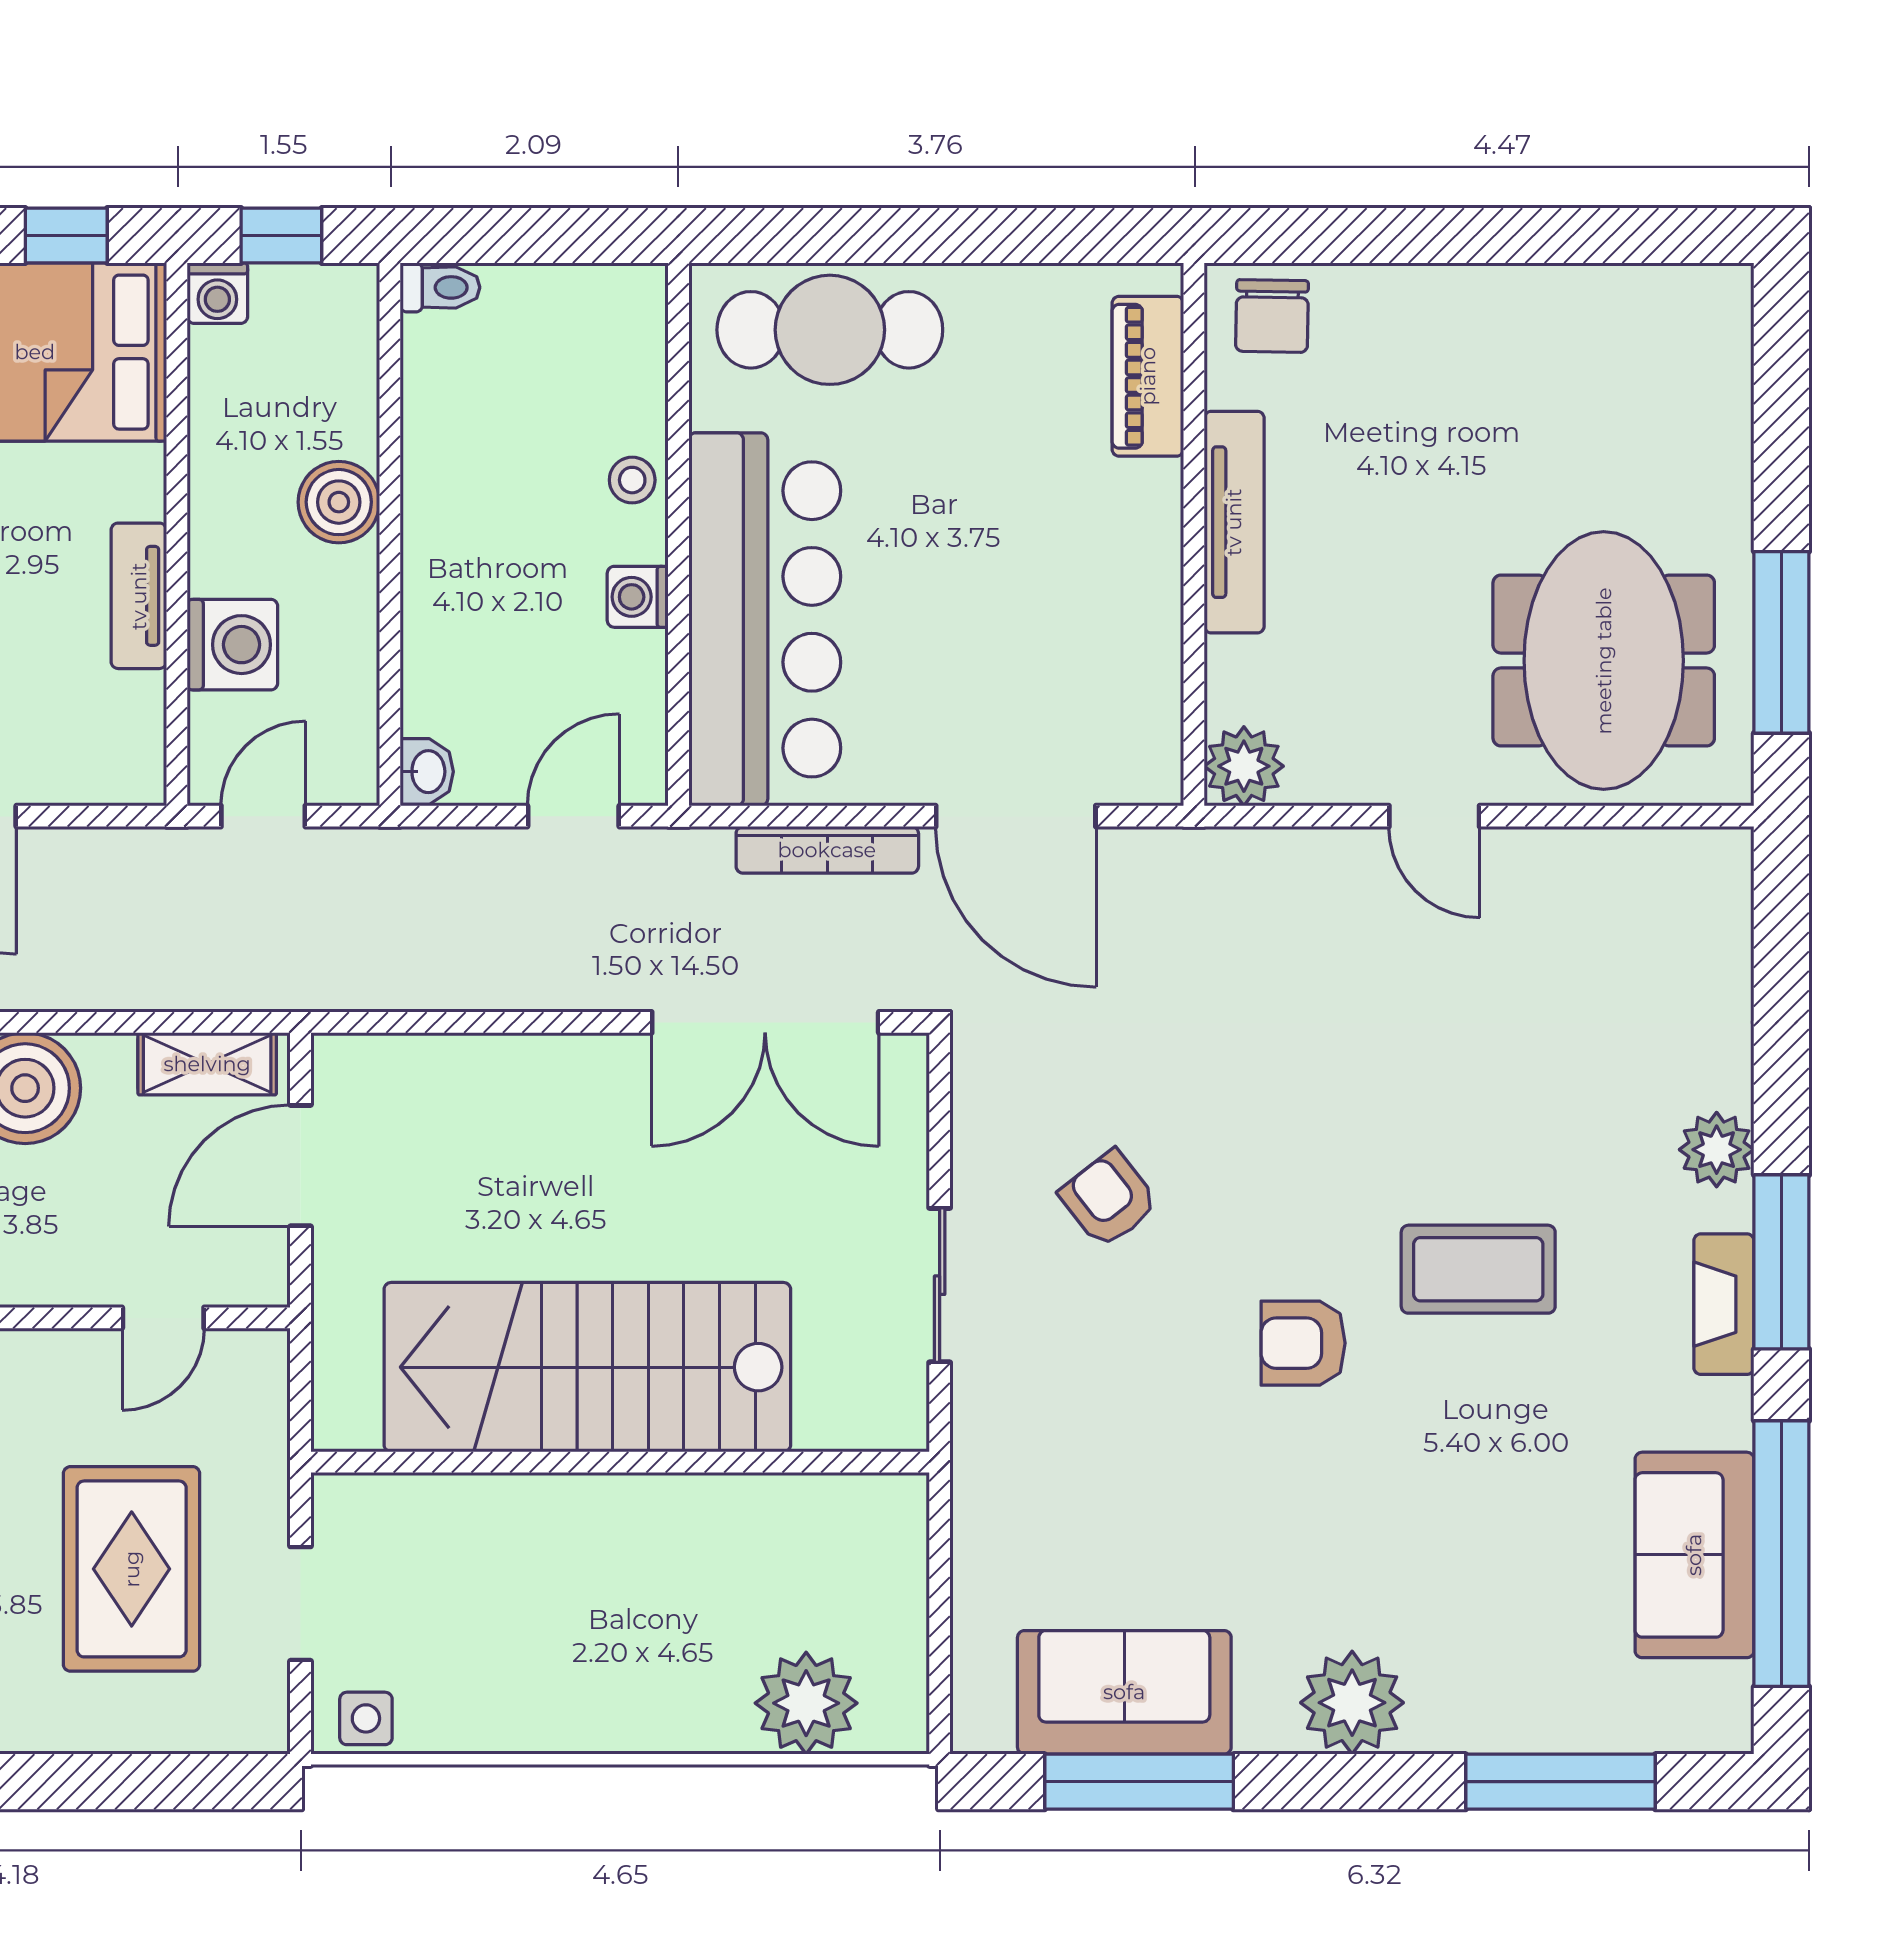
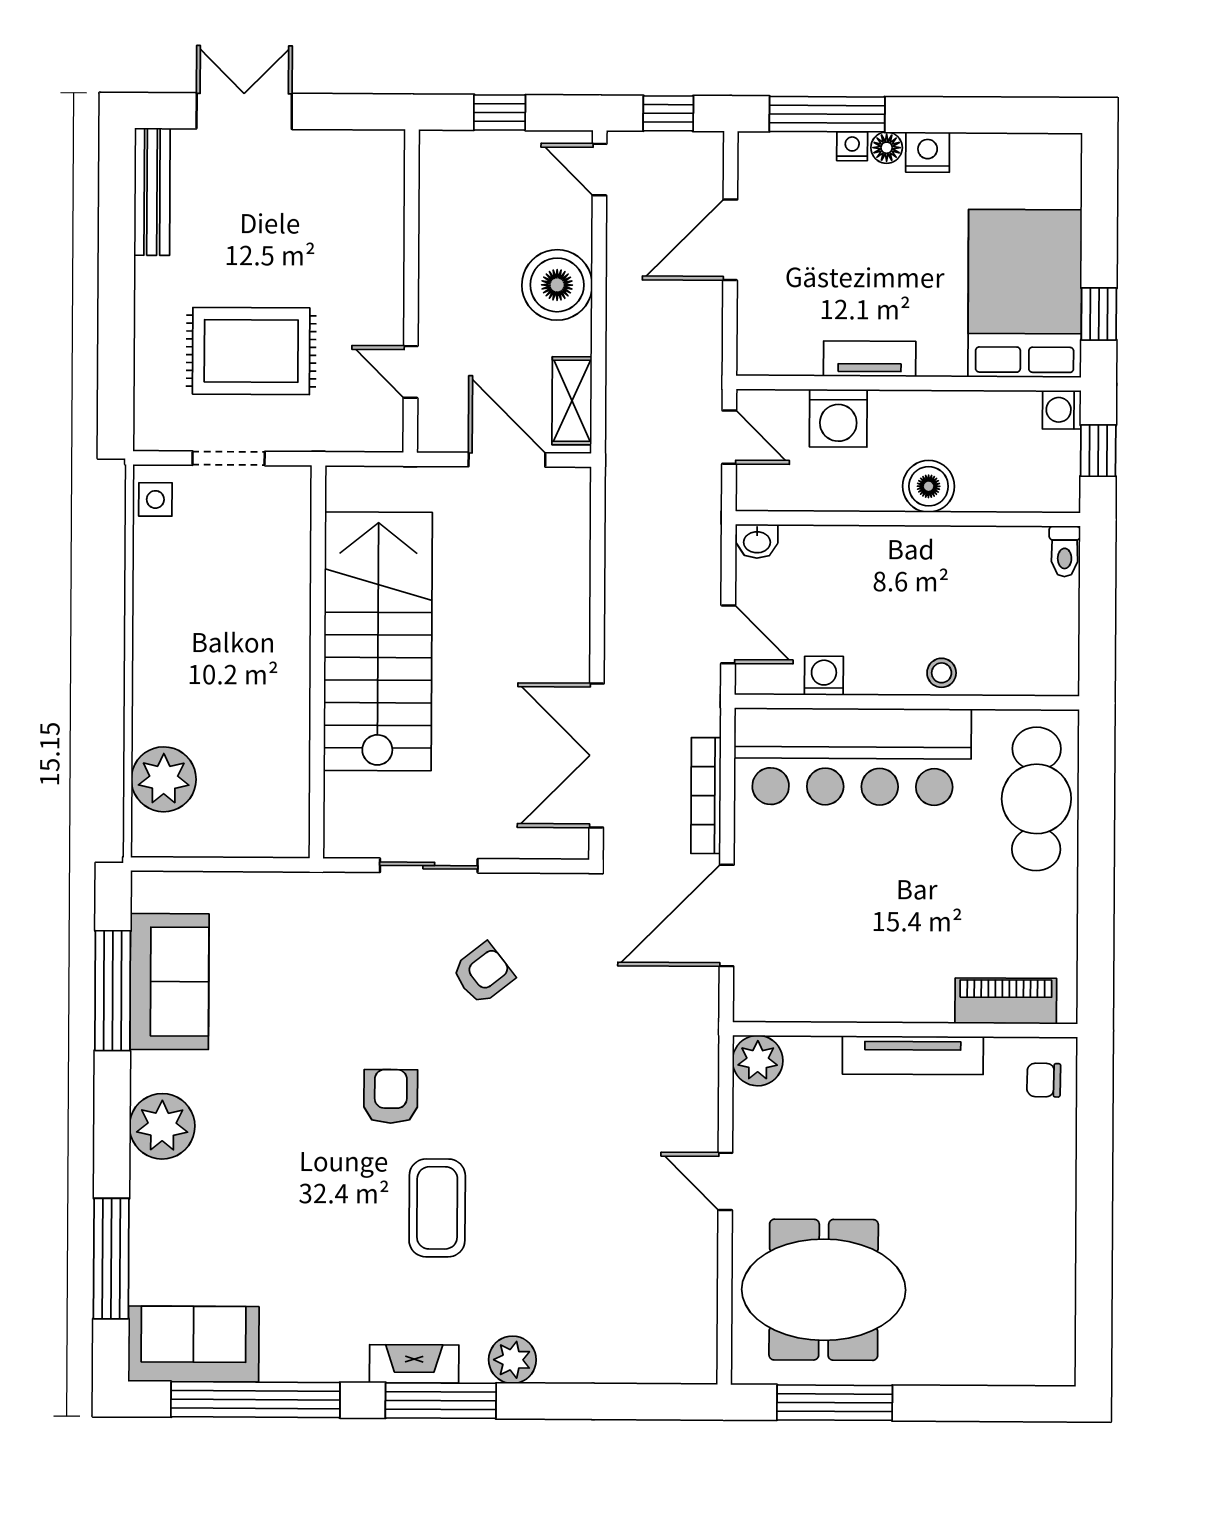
chair: (1272, 316) -> (1044, 1080), width x0.73, depth x0.73
washing machine: (638, 597) -> (824, 676), moved
door: (1434, 816) -> (725, 1181), hinge flipped
sofa: (1694, 1555) -> (194, 1344), moved

